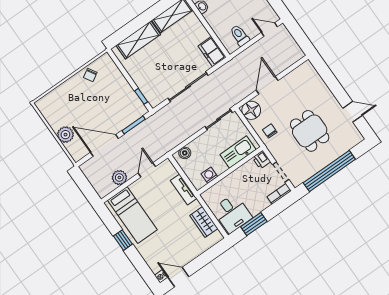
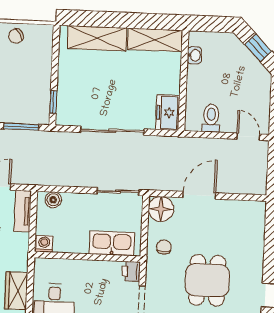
washing machine: (209, 175) -> (44, 244), moved
tv unit: (184, 190) -> (23, 211), moved

